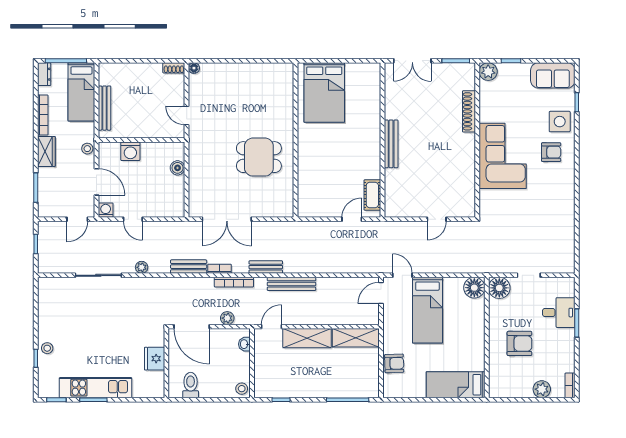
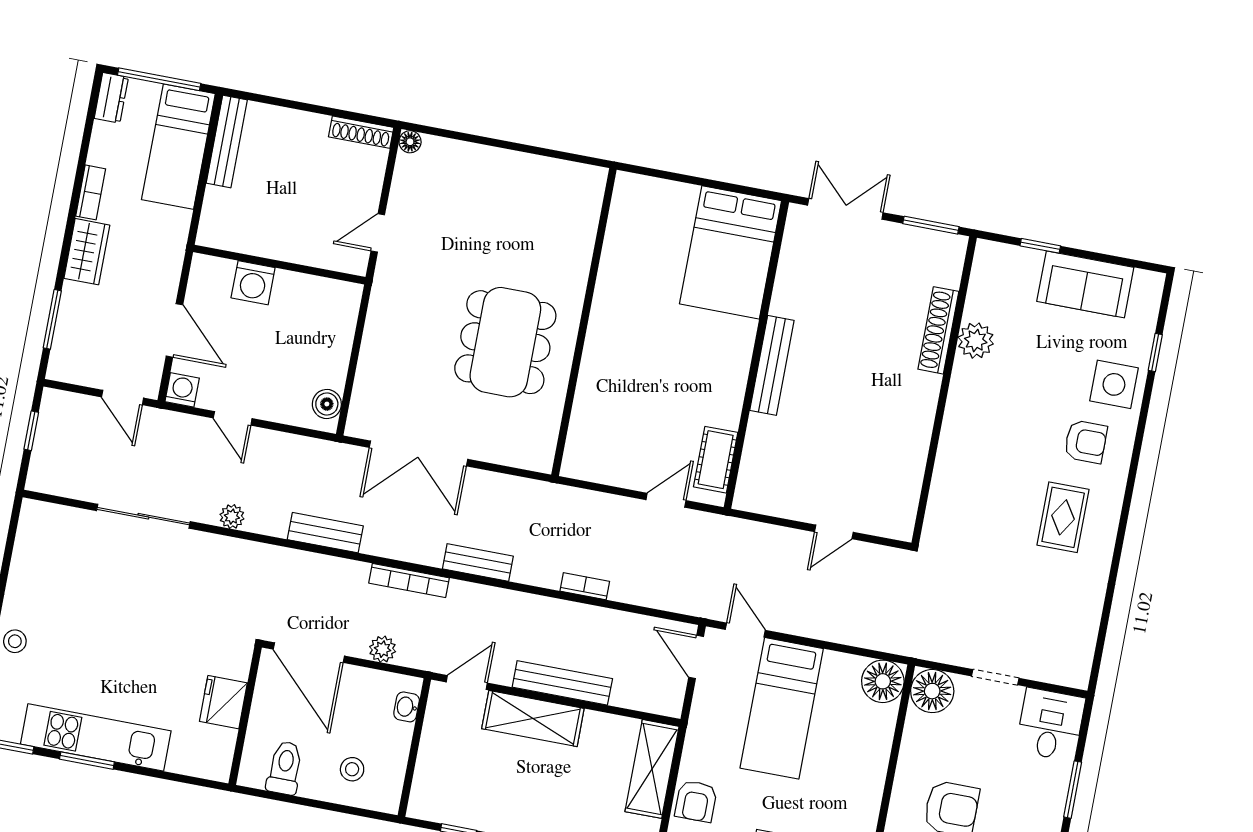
double door: (412, 61) -> (845, 209), swing flipped
shoe rack: (174, 68) -> (361, 132), width x1.43
plant: (488, 72) -> (976, 341), moved
sofa: (553, 75) -> (1085, 284), moved
bed: (324, 92) -> (731, 252), moved
bench: (104, 108) -> (227, 142), moved
bookcase: (43, 115) -> (91, 192), width x0.64
door: (187, 116) -> (378, 233), hinge flipped
stool: (87, 149) -> (169, 261), removed
corner sofa: (503, 156) -> (988, 431), removed
dining table: (259, 157) -> (505, 342), width x1.37
boiler: (178, 168) -> (327, 404), moved
rug: (547, 191) -> (1063, 517), added
door: (77, 219) -> (123, 398), hinge flipped
bookcase: (220, 269) -> (585, 586), moved
bench: (291, 284) -> (562, 683), moved
door: (381, 293) -> (696, 657), hinge flipped
desk: (559, 313) -> (1050, 725), moved, turned -90
shelving: (356, 338) -> (652, 769), moved, turned 90
armchair: (394, 363) -> (696, 801), turned 92
stool: (242, 389) -> (352, 769), moved

